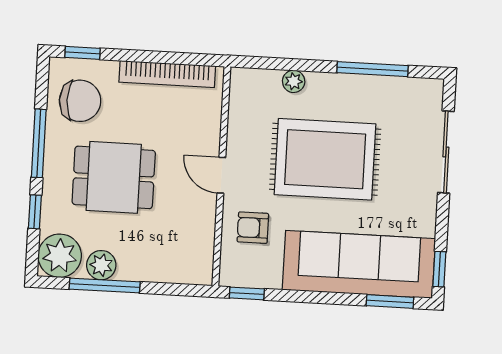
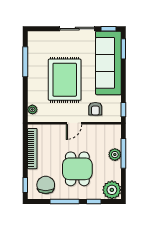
plant: (294, 81) -> (32, 109), moved
sliding door: (446, 152) -> (77, 29), moved
plant: (101, 265) -> (115, 155), moved
window: (105, 286) -> (123, 153), moved

